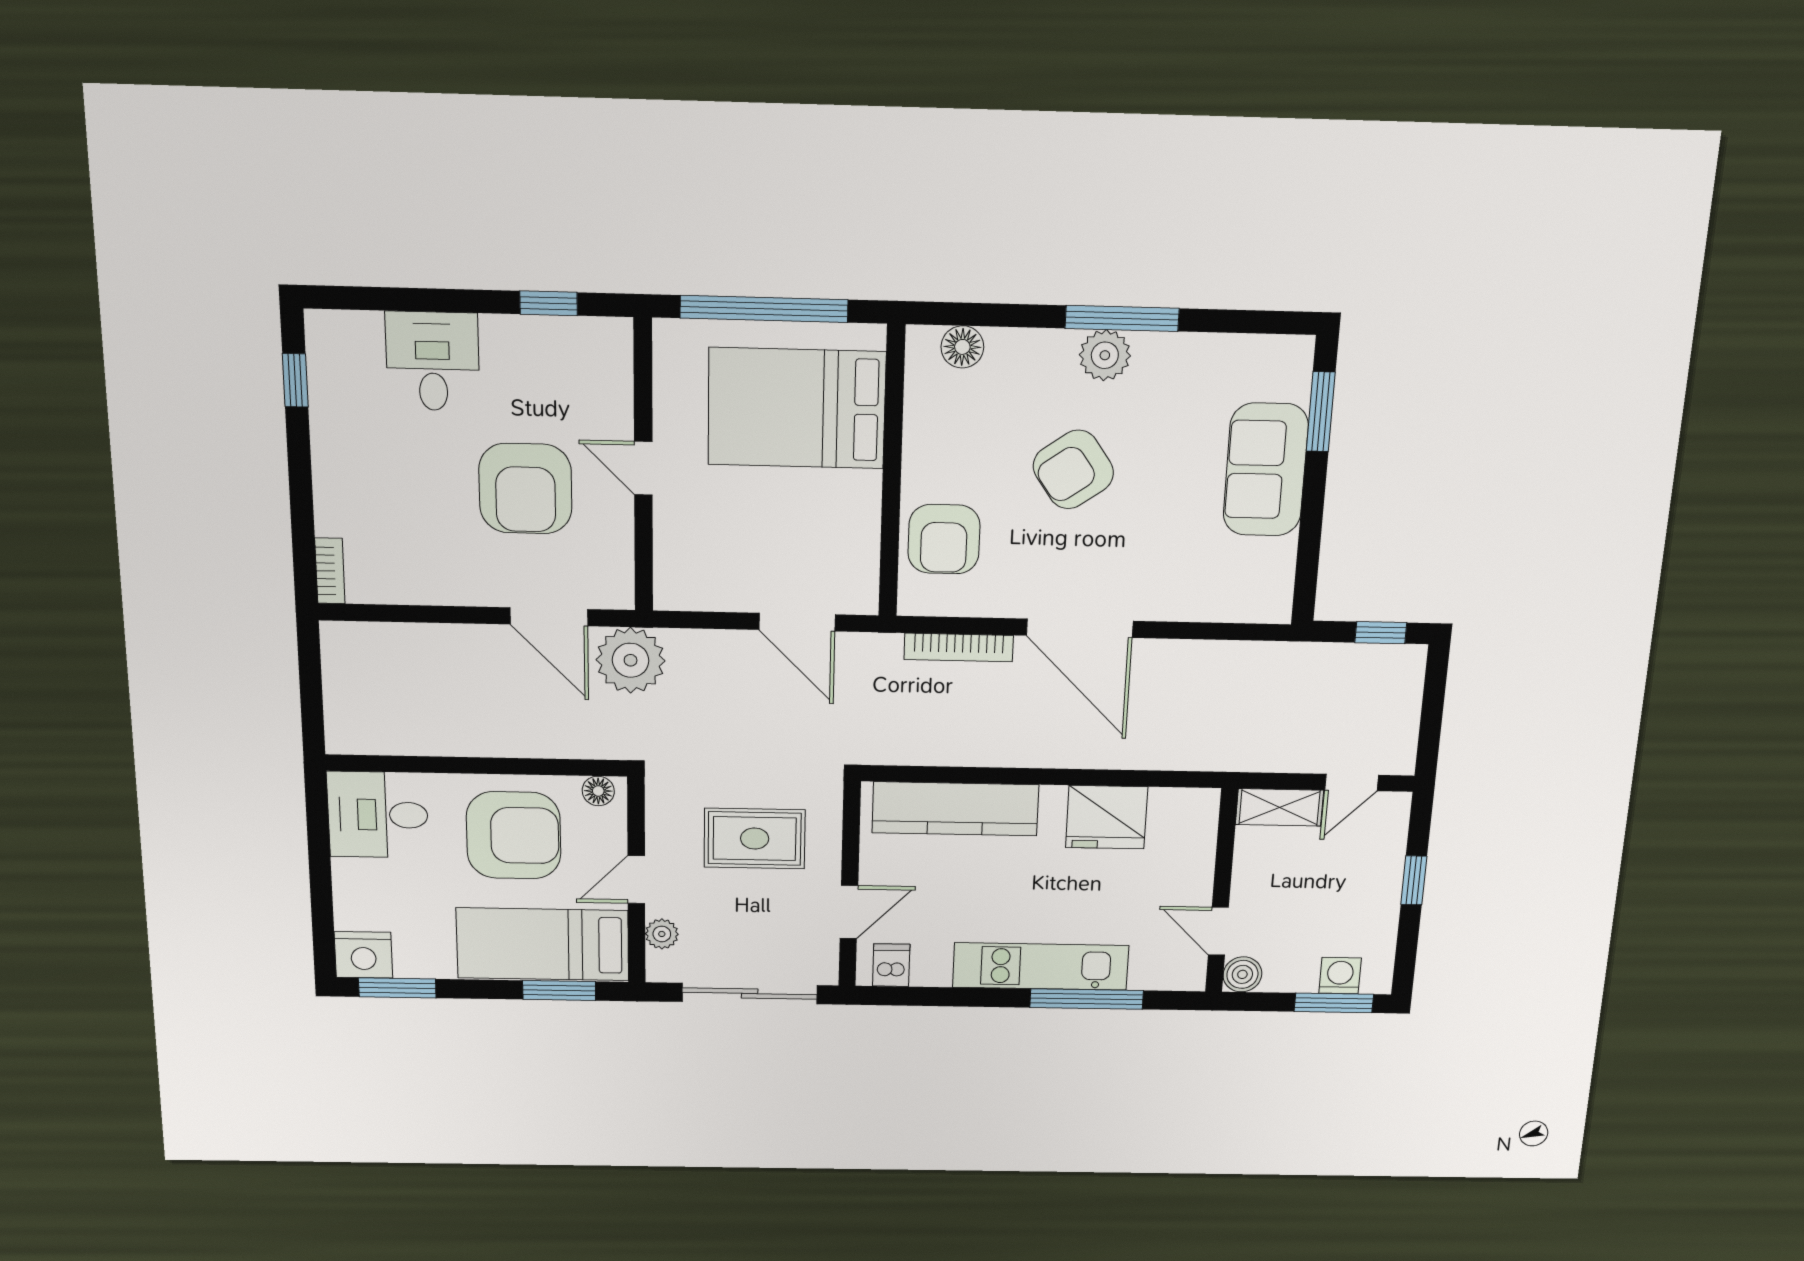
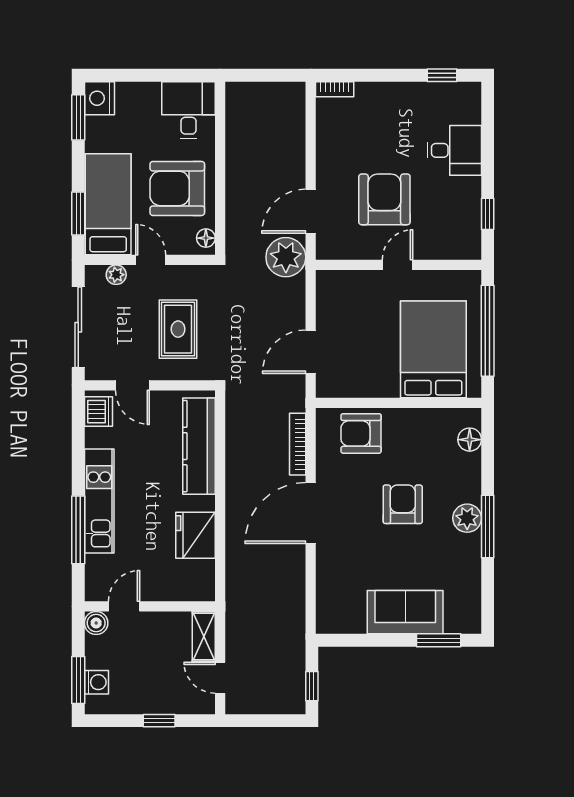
armchair: (1073, 469) -> (403, 504), turned 35
armchair: (525, 489) -> (384, 199), turned 90
armchair: (514, 835) -> (177, 188), turned 90
dishwasher: (891, 965) -> (98, 412), width x1.38

